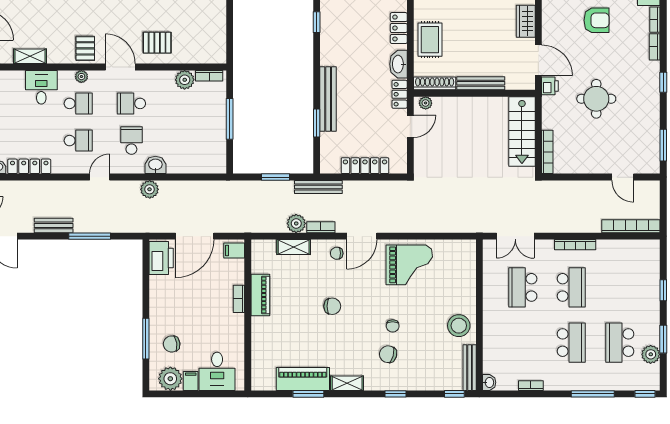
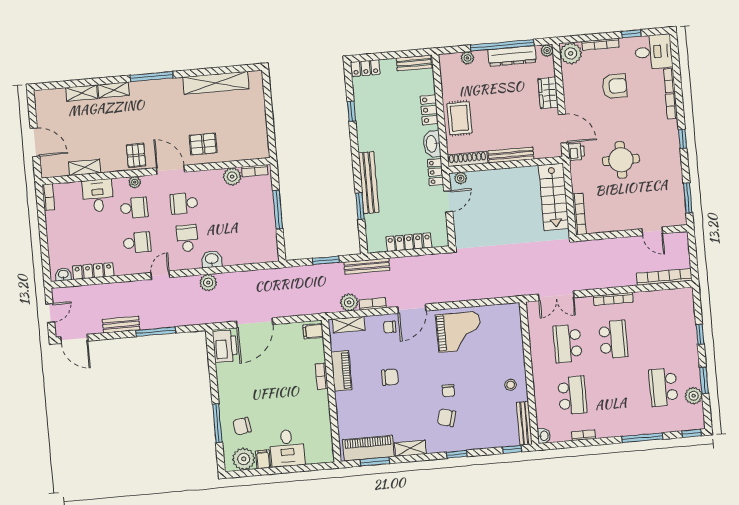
filing cabinet: (234, 251) -> (313, 331), moved
piano: (260, 295) -> (341, 371), moved
bookcase: (239, 299) -> (322, 376), moved
wall: (248, 315) -> (331, 391), moved
stool: (459, 326) -> (511, 385), width x0.53, depth x0.53
school desk: (571, 343) -> (572, 395), moved

